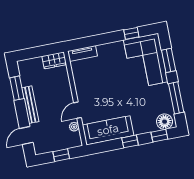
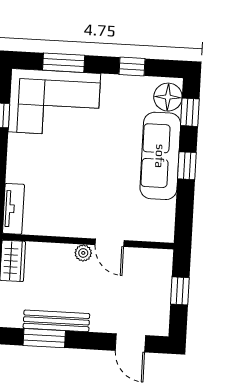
window: (176, 98) -> (132, 66), width x0.46
bench: (30, 105) -> (56, 321), moved
plant: (74, 127) -> (83, 253), moved
sofa: (108, 130) -> (160, 156), moved

